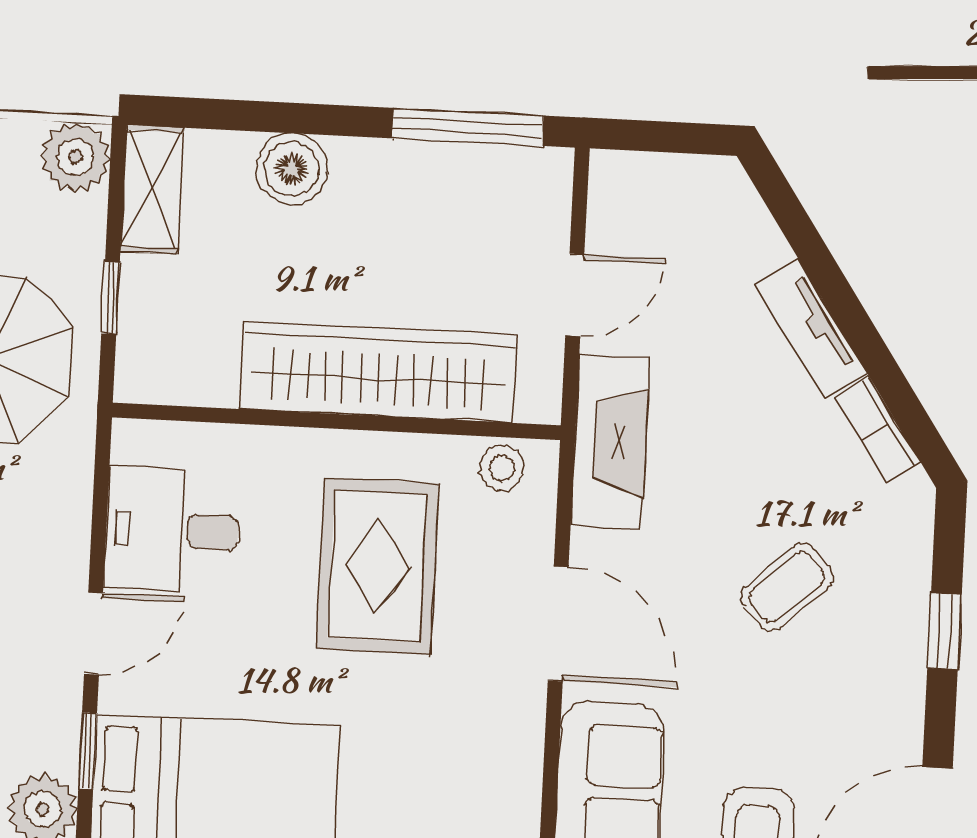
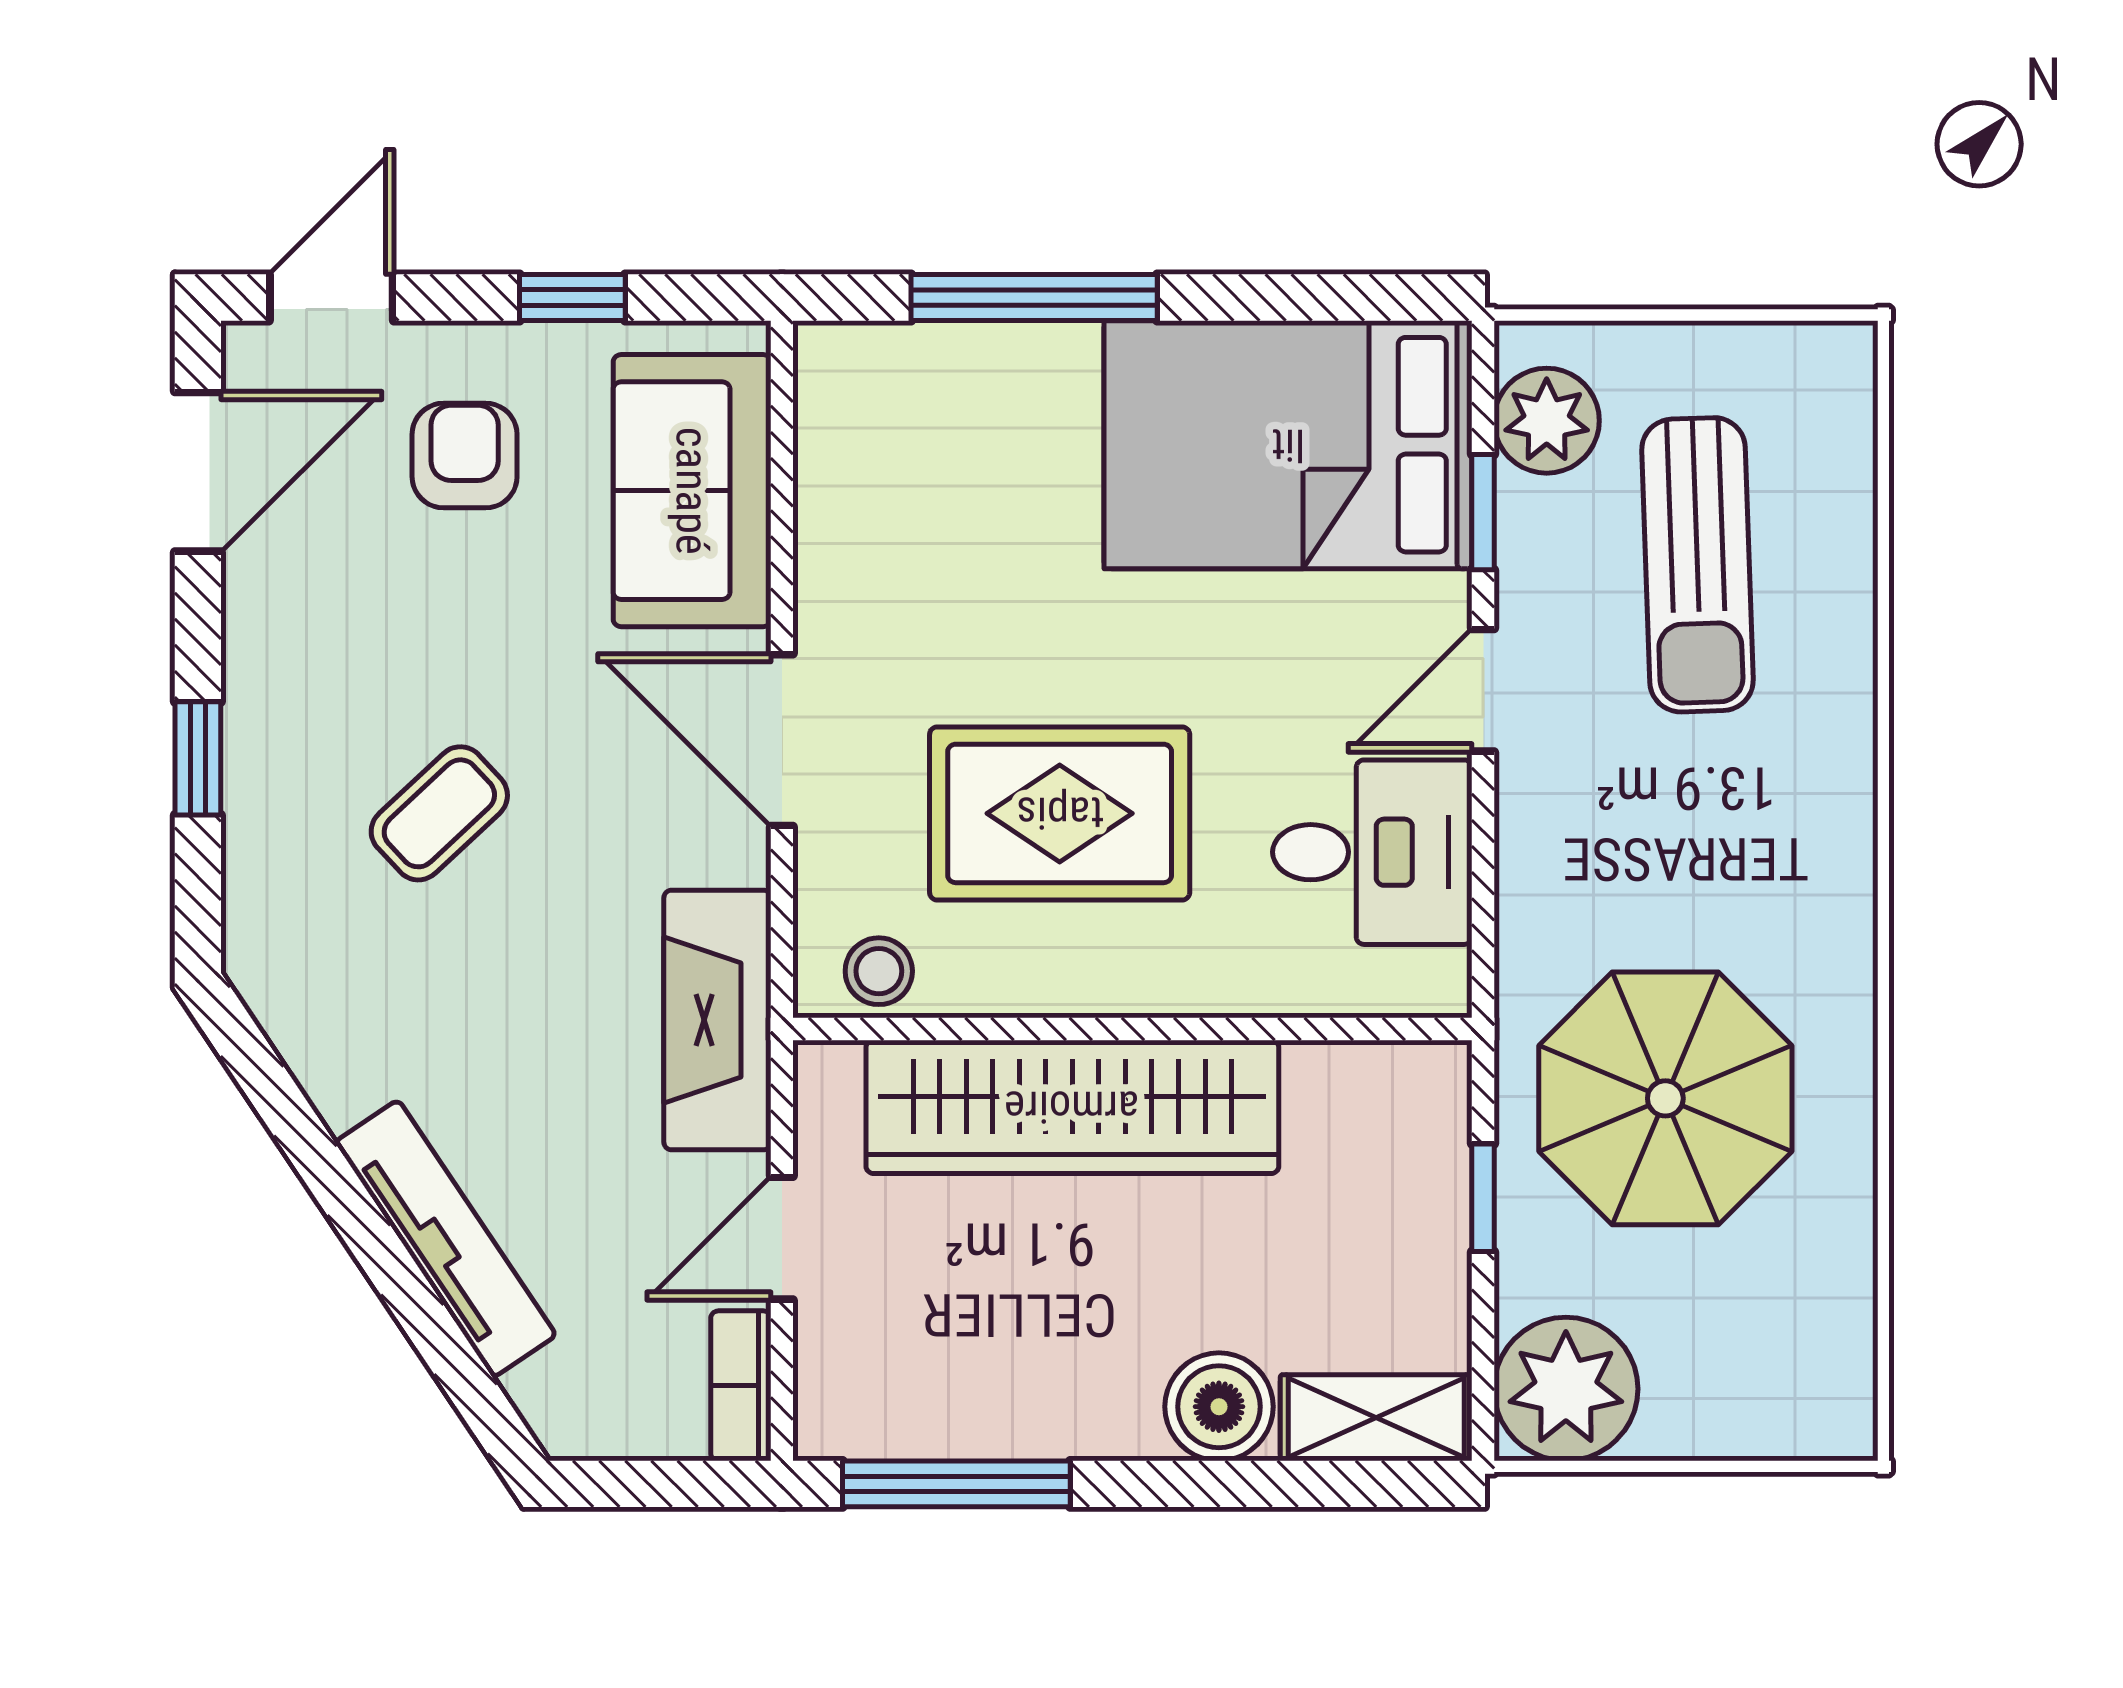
plant: (75, 157) -> (1566, 1389), width x1.36, depth x1.36
shelving: (152, 190) -> (1376, 1418), moved, turned 90
tv unit: (811, 329) -> (445, 1239), width x1.41
bookcase: (878, 430) -> (741, 1386), moved, turned -146
rug: (377, 566) -> (1060, 813), turned 90

